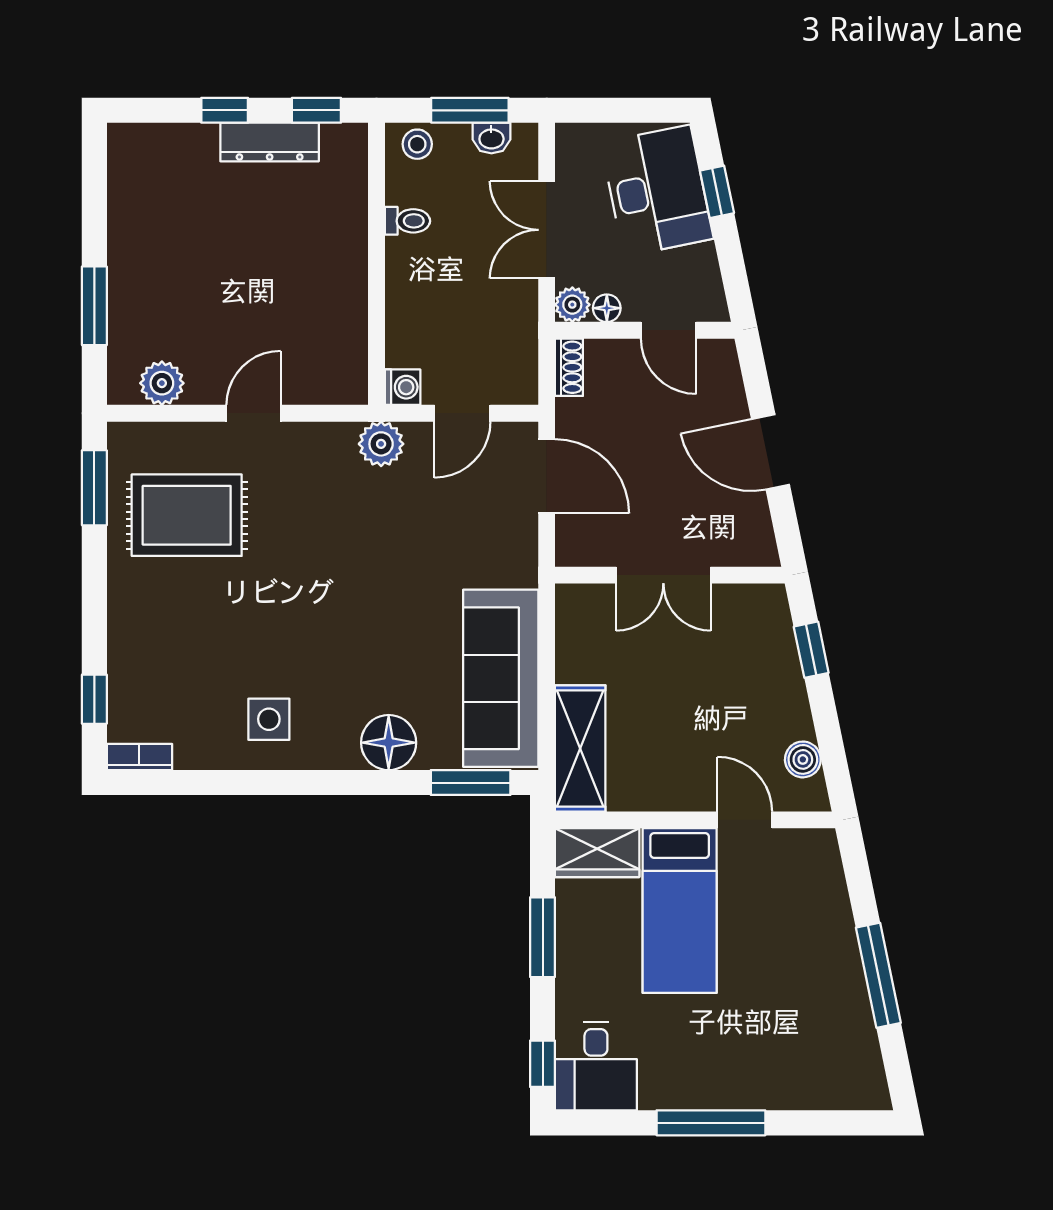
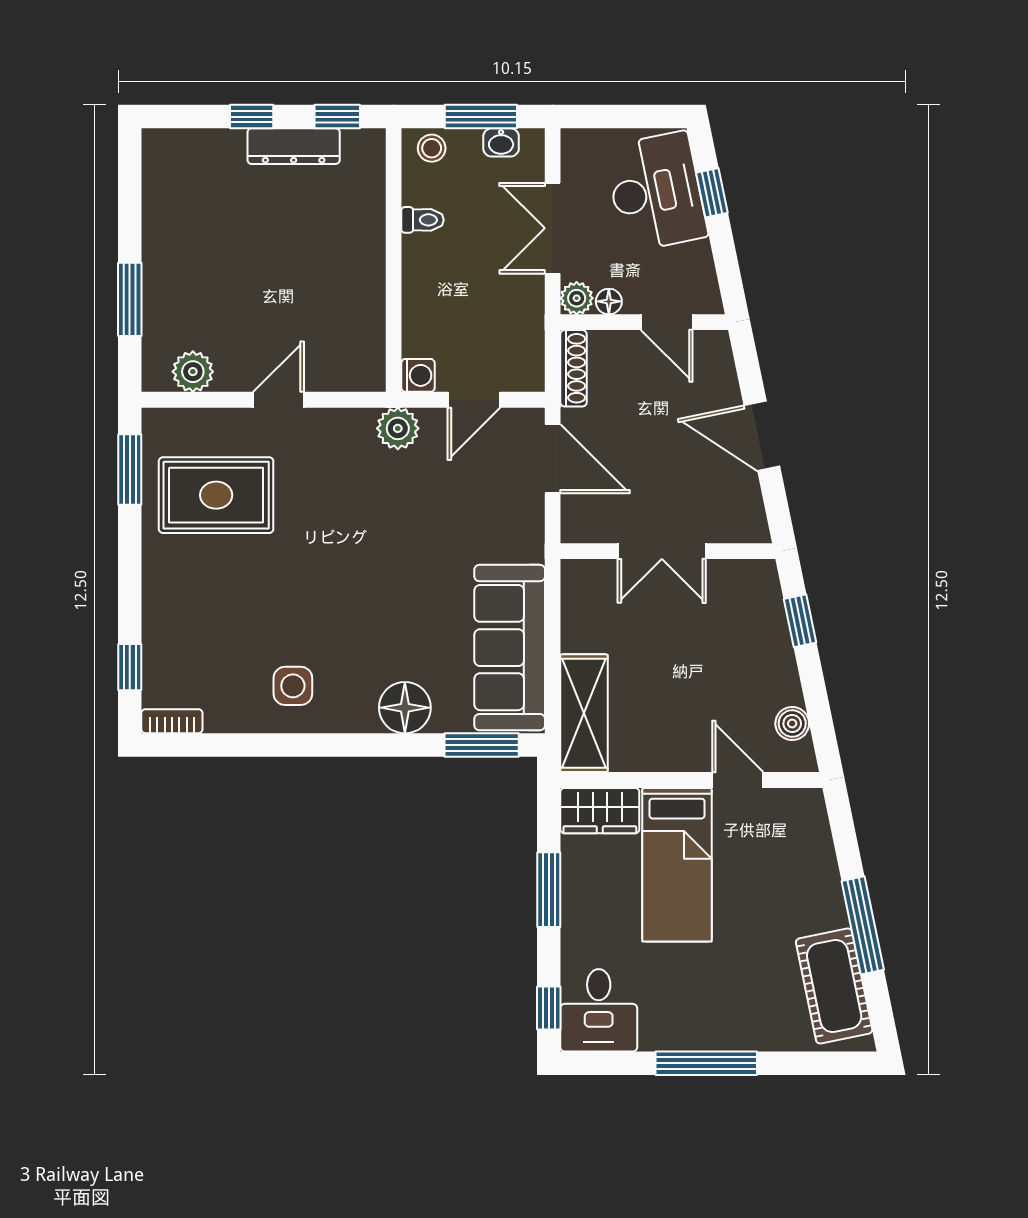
shoe rack: (569, 367) -> (573, 368), width x1.43
cot: (848, 1040) -> (834, 986), added

